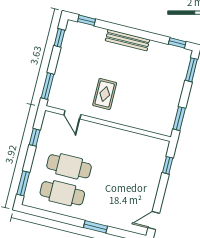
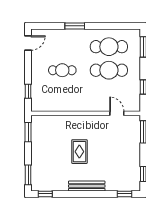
rug: (105, 94) -> (79, 152), moved
cafe table: (122, 180) -> (62, 70), added

